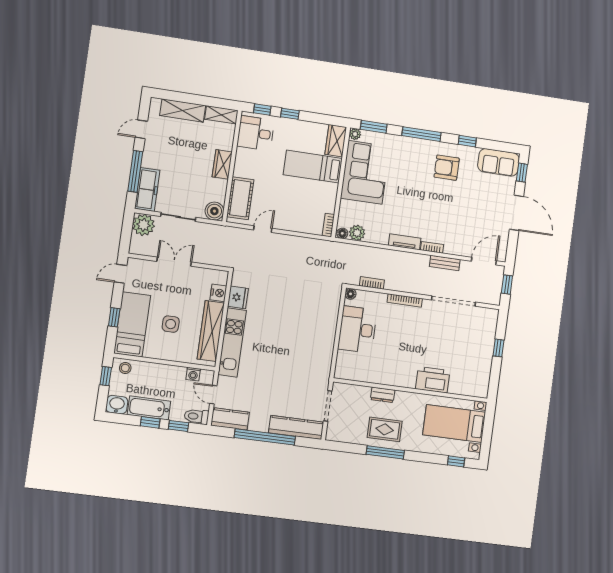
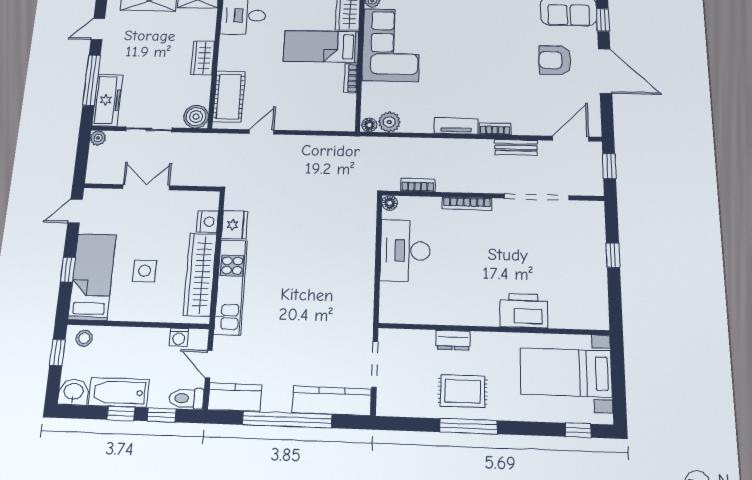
armchair: (447, 168) -> (555, 60), moved
plant: (144, 225) -> (98, 138), width x0.53, depth x0.53
bookcase: (328, 225) -> (351, 78), moved

